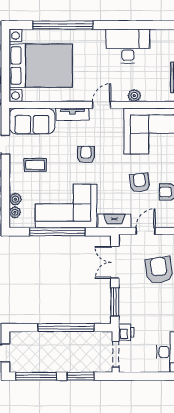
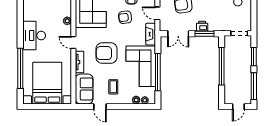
desk: (128, 46) -> (34, 36), moved
armchair: (86, 155) -> (106, 53), width x1.88, depth x1.88
printer: (126, 332) -> (202, 26), moved

